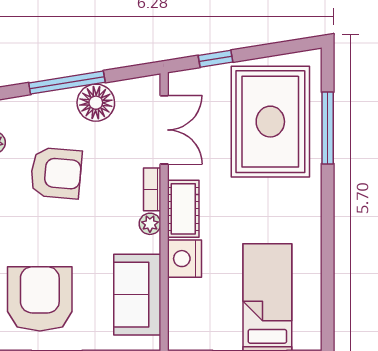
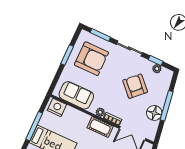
armchair: (56, 173) -> (135, 86), turned 131
nightstand: (184, 259) -> (57, 107), moved

